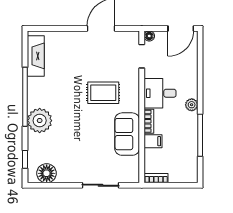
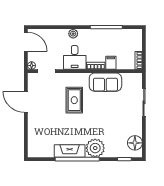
fireplace: (36, 56) -> (70, 151), moved
plant: (192, 105) -> (73, 34), moved

